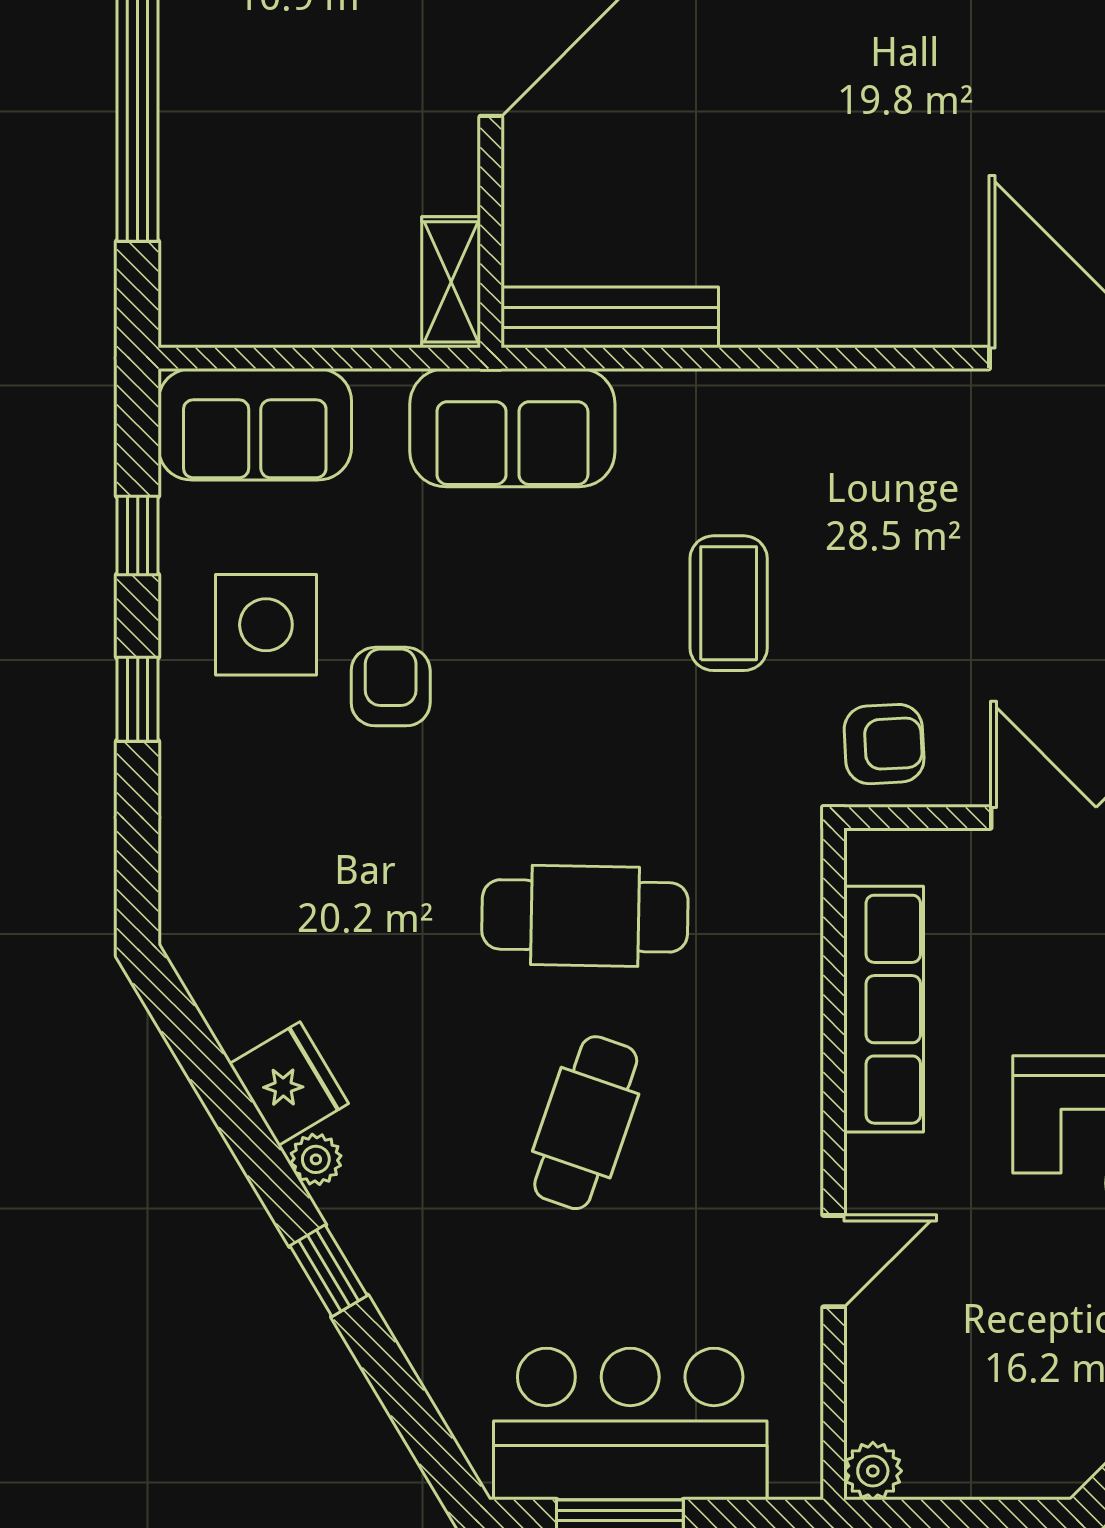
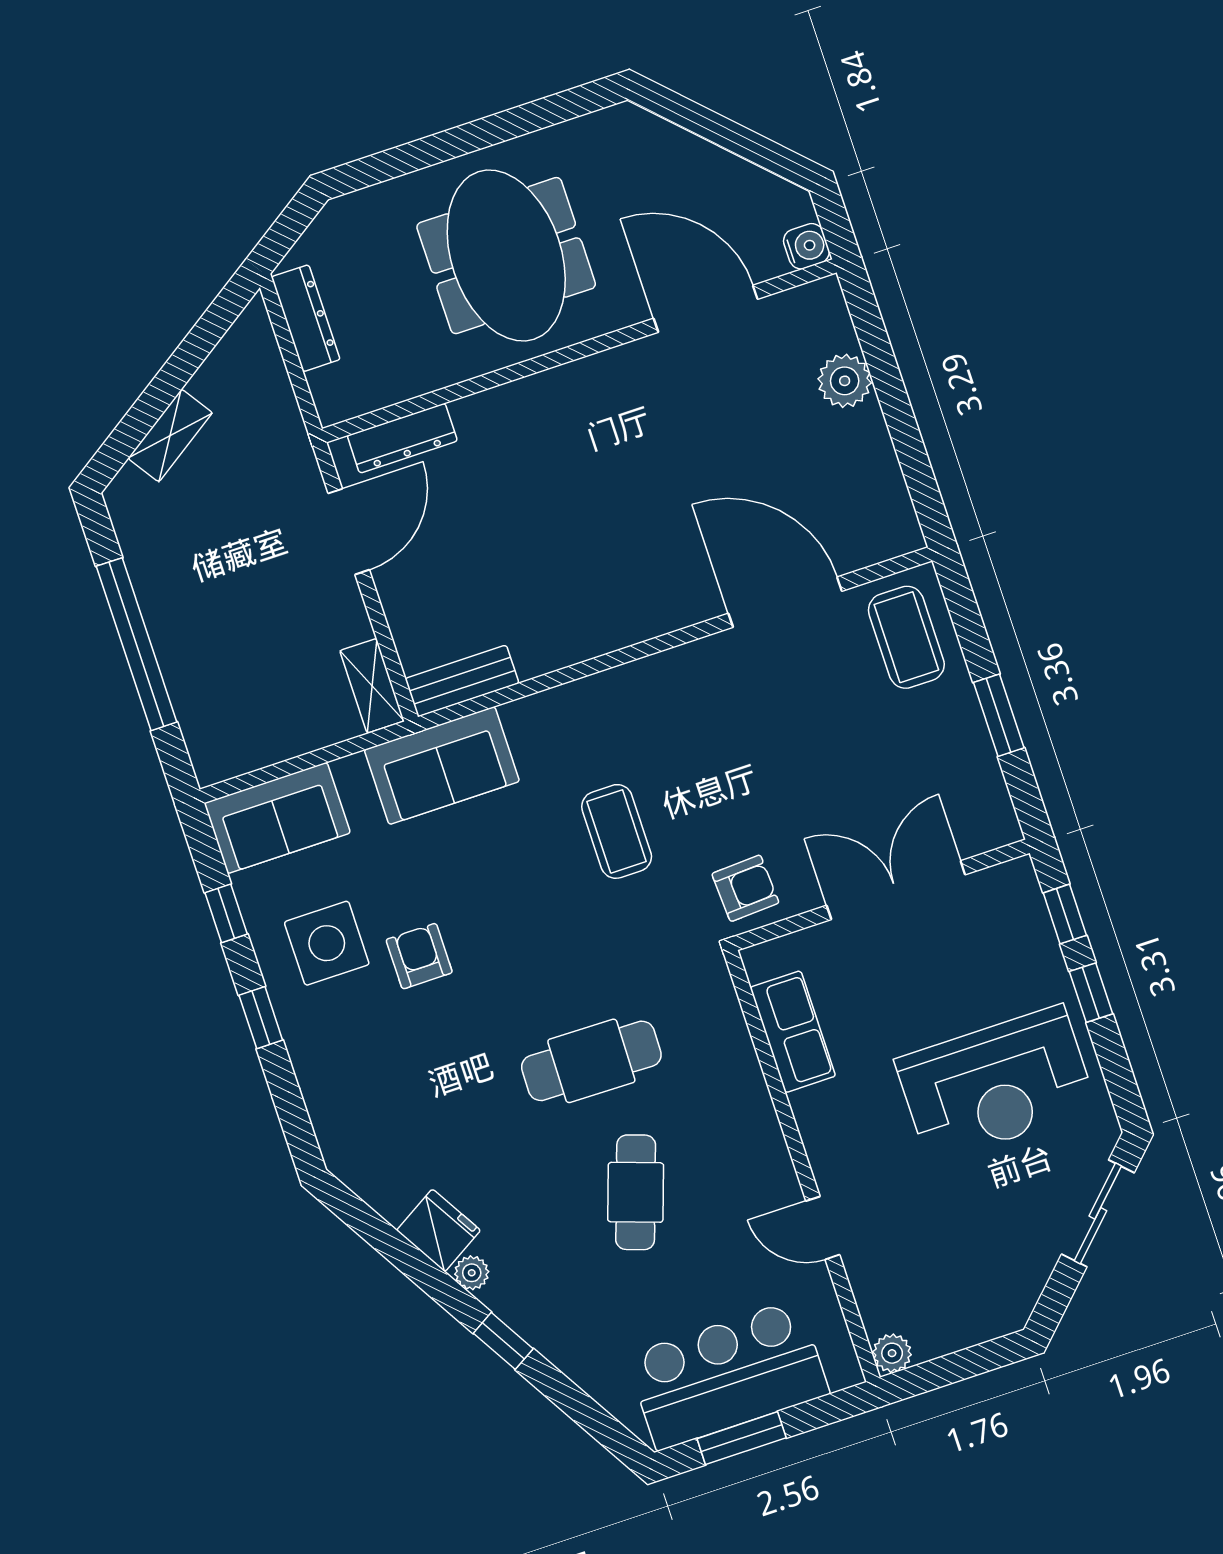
bench: (610, 317) -> (462, 681), width x0.73
row of seats: (884, 1009) -> (793, 1032), width x0.68
door: (834, 1261) -> (823, 1228), swing flipped

